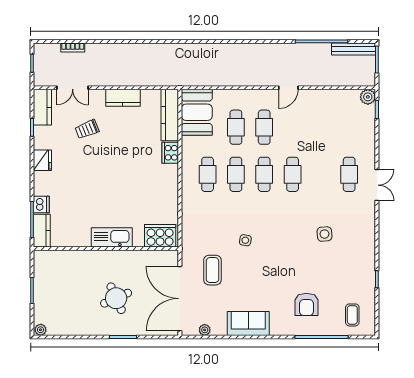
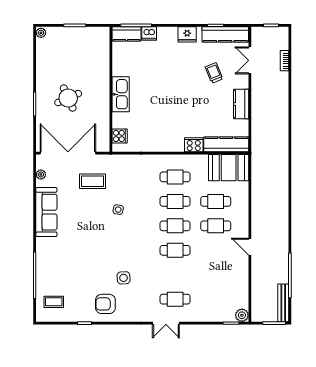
kitchen counter: (42, 107) -> (225, 34), width x1.50
cooker: (160, 236) -> (120, 136), width x0.53, depth x0.76
armchair: (306, 304) -> (105, 304), moved
sofa: (248, 323) -> (46, 212), width x1.36

